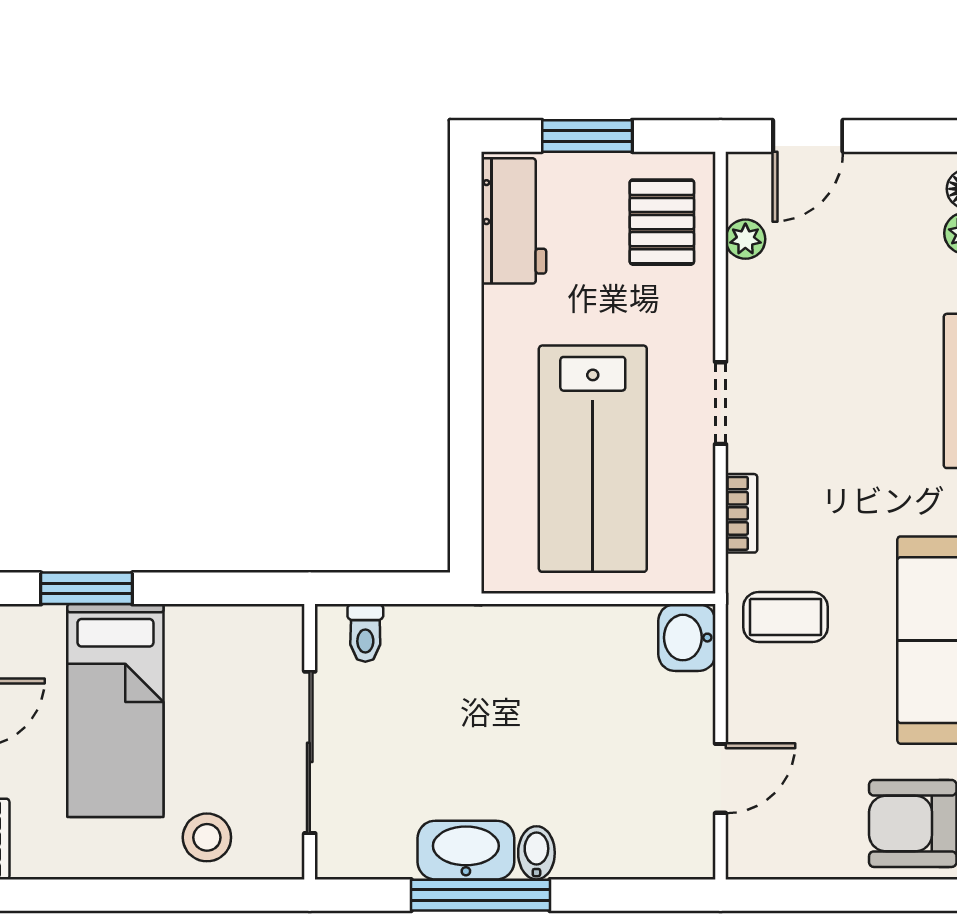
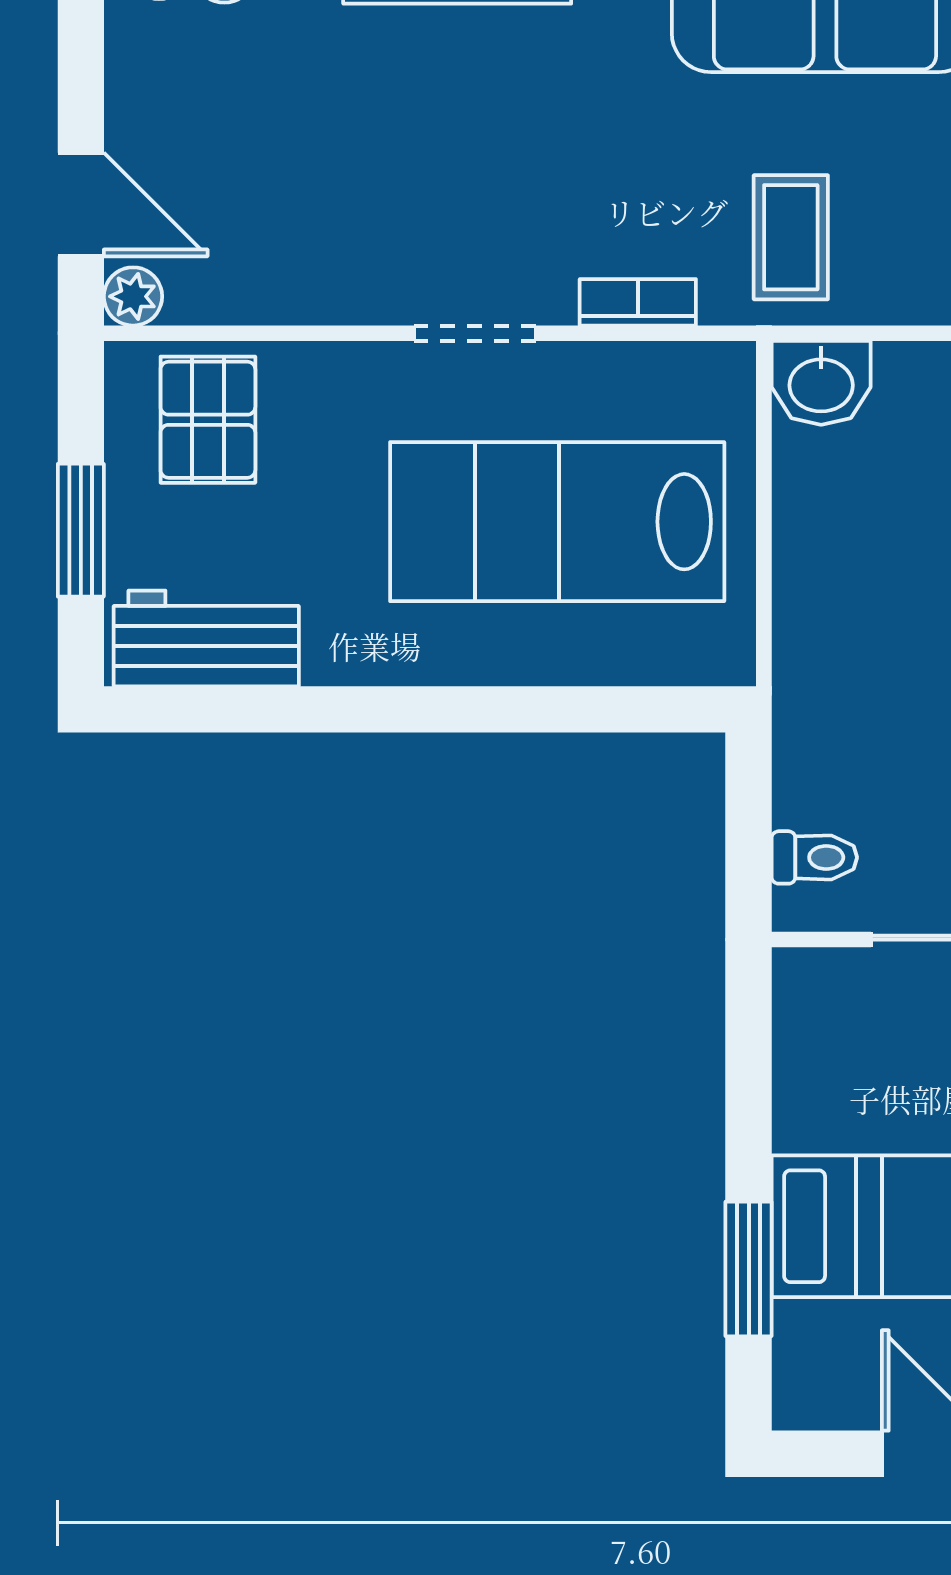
pallet: (662, 222) -> (208, 420), turned 90
plant: (745, 239) -> (133, 296), moved
lab bench: (593, 459) -> (557, 522), turned 180

